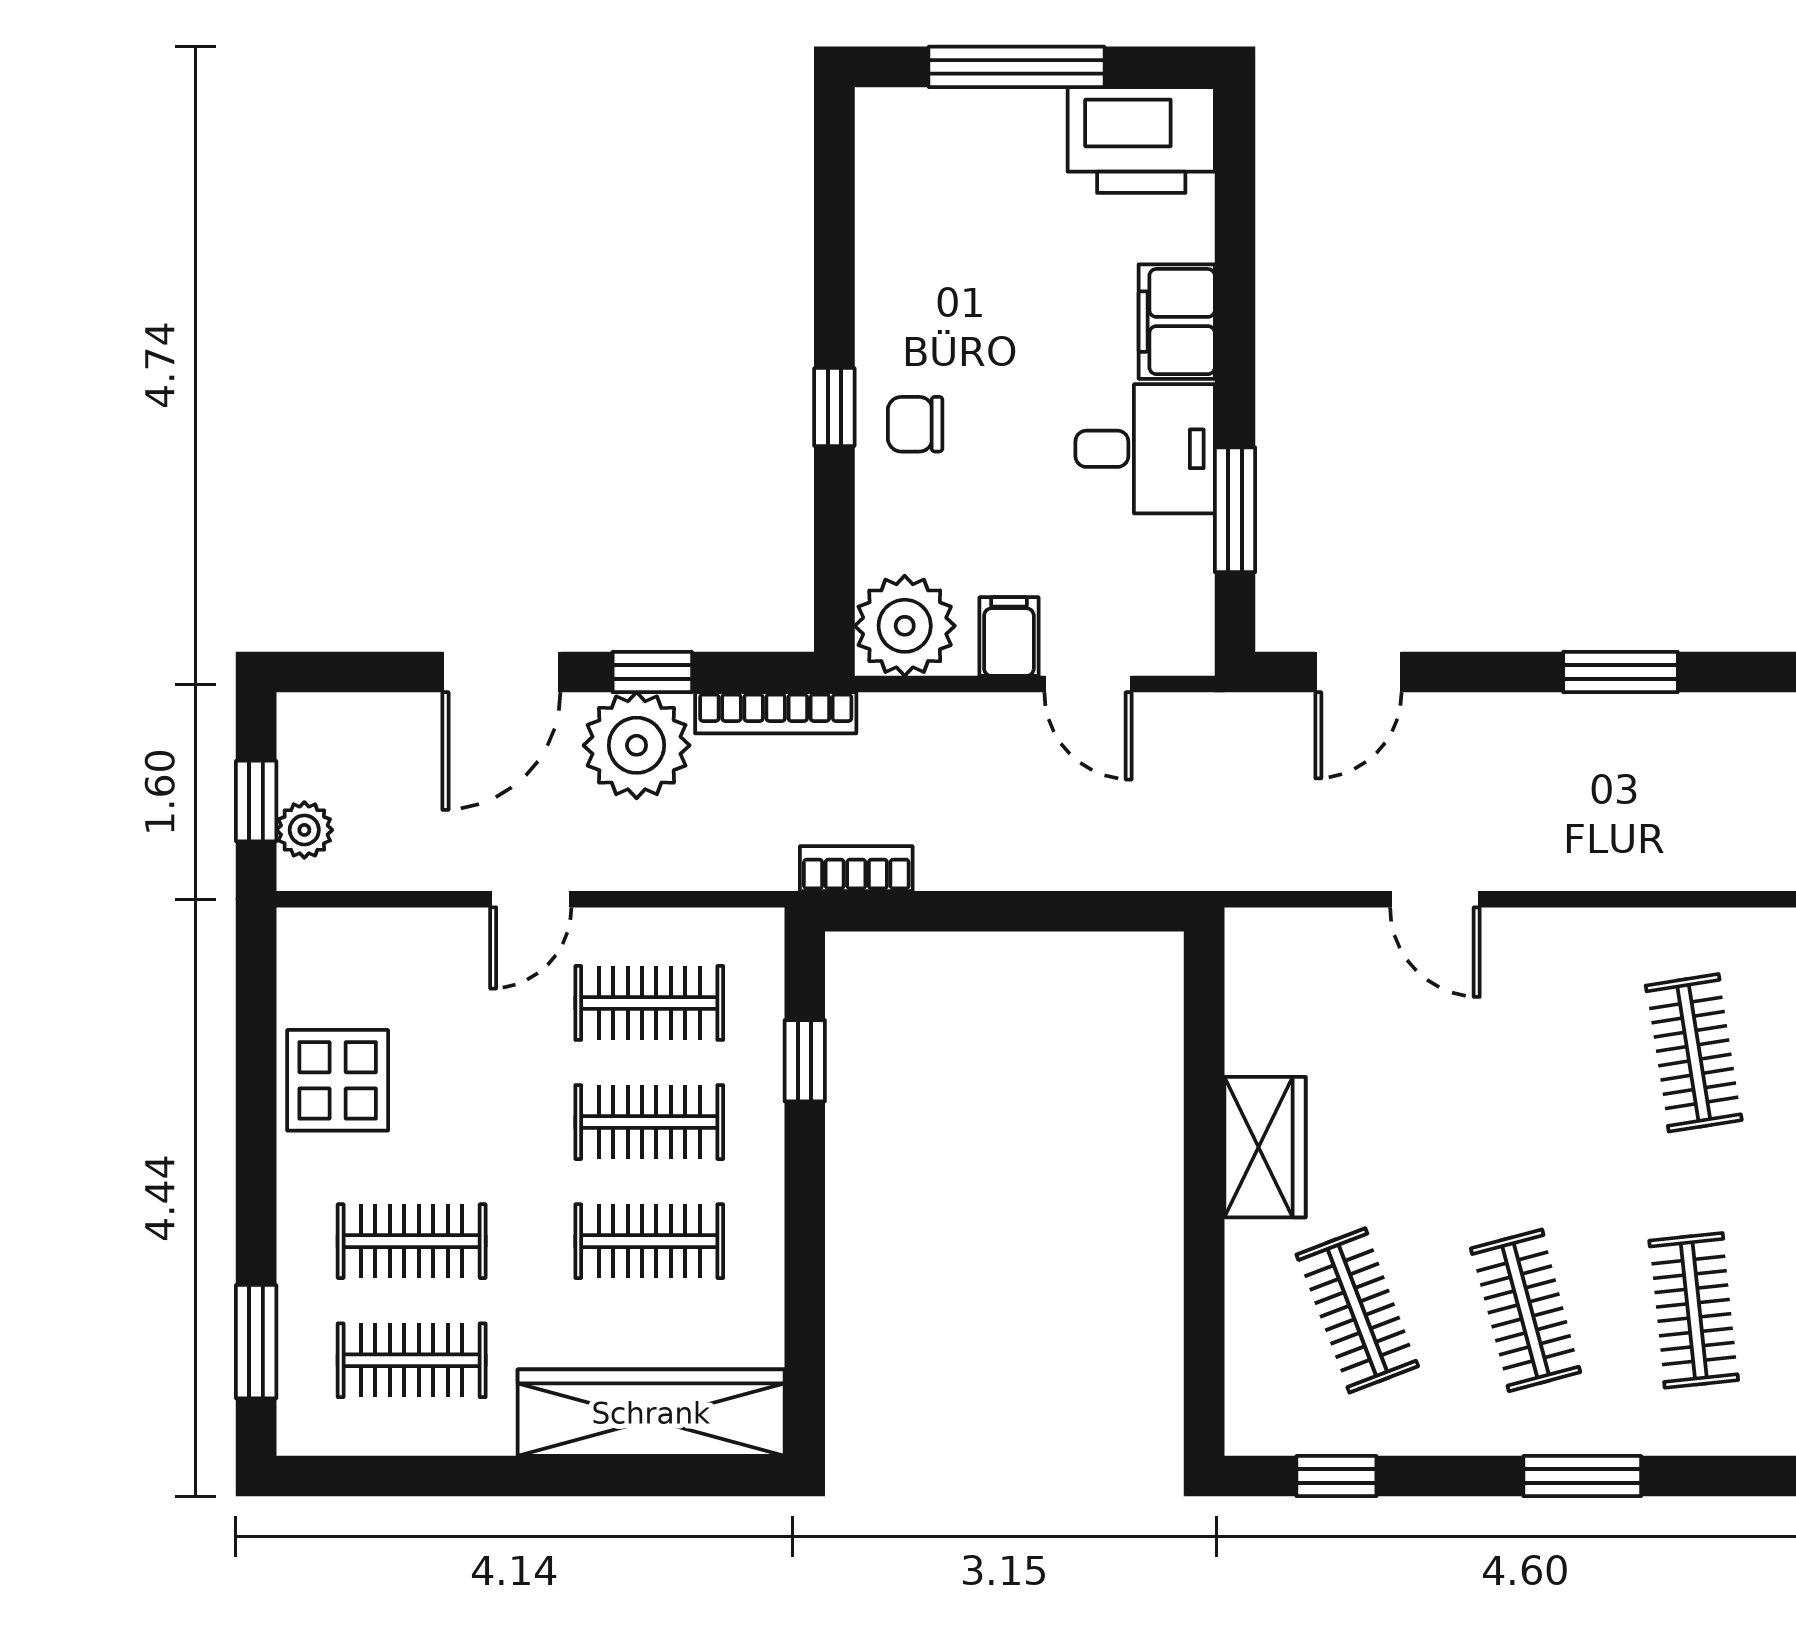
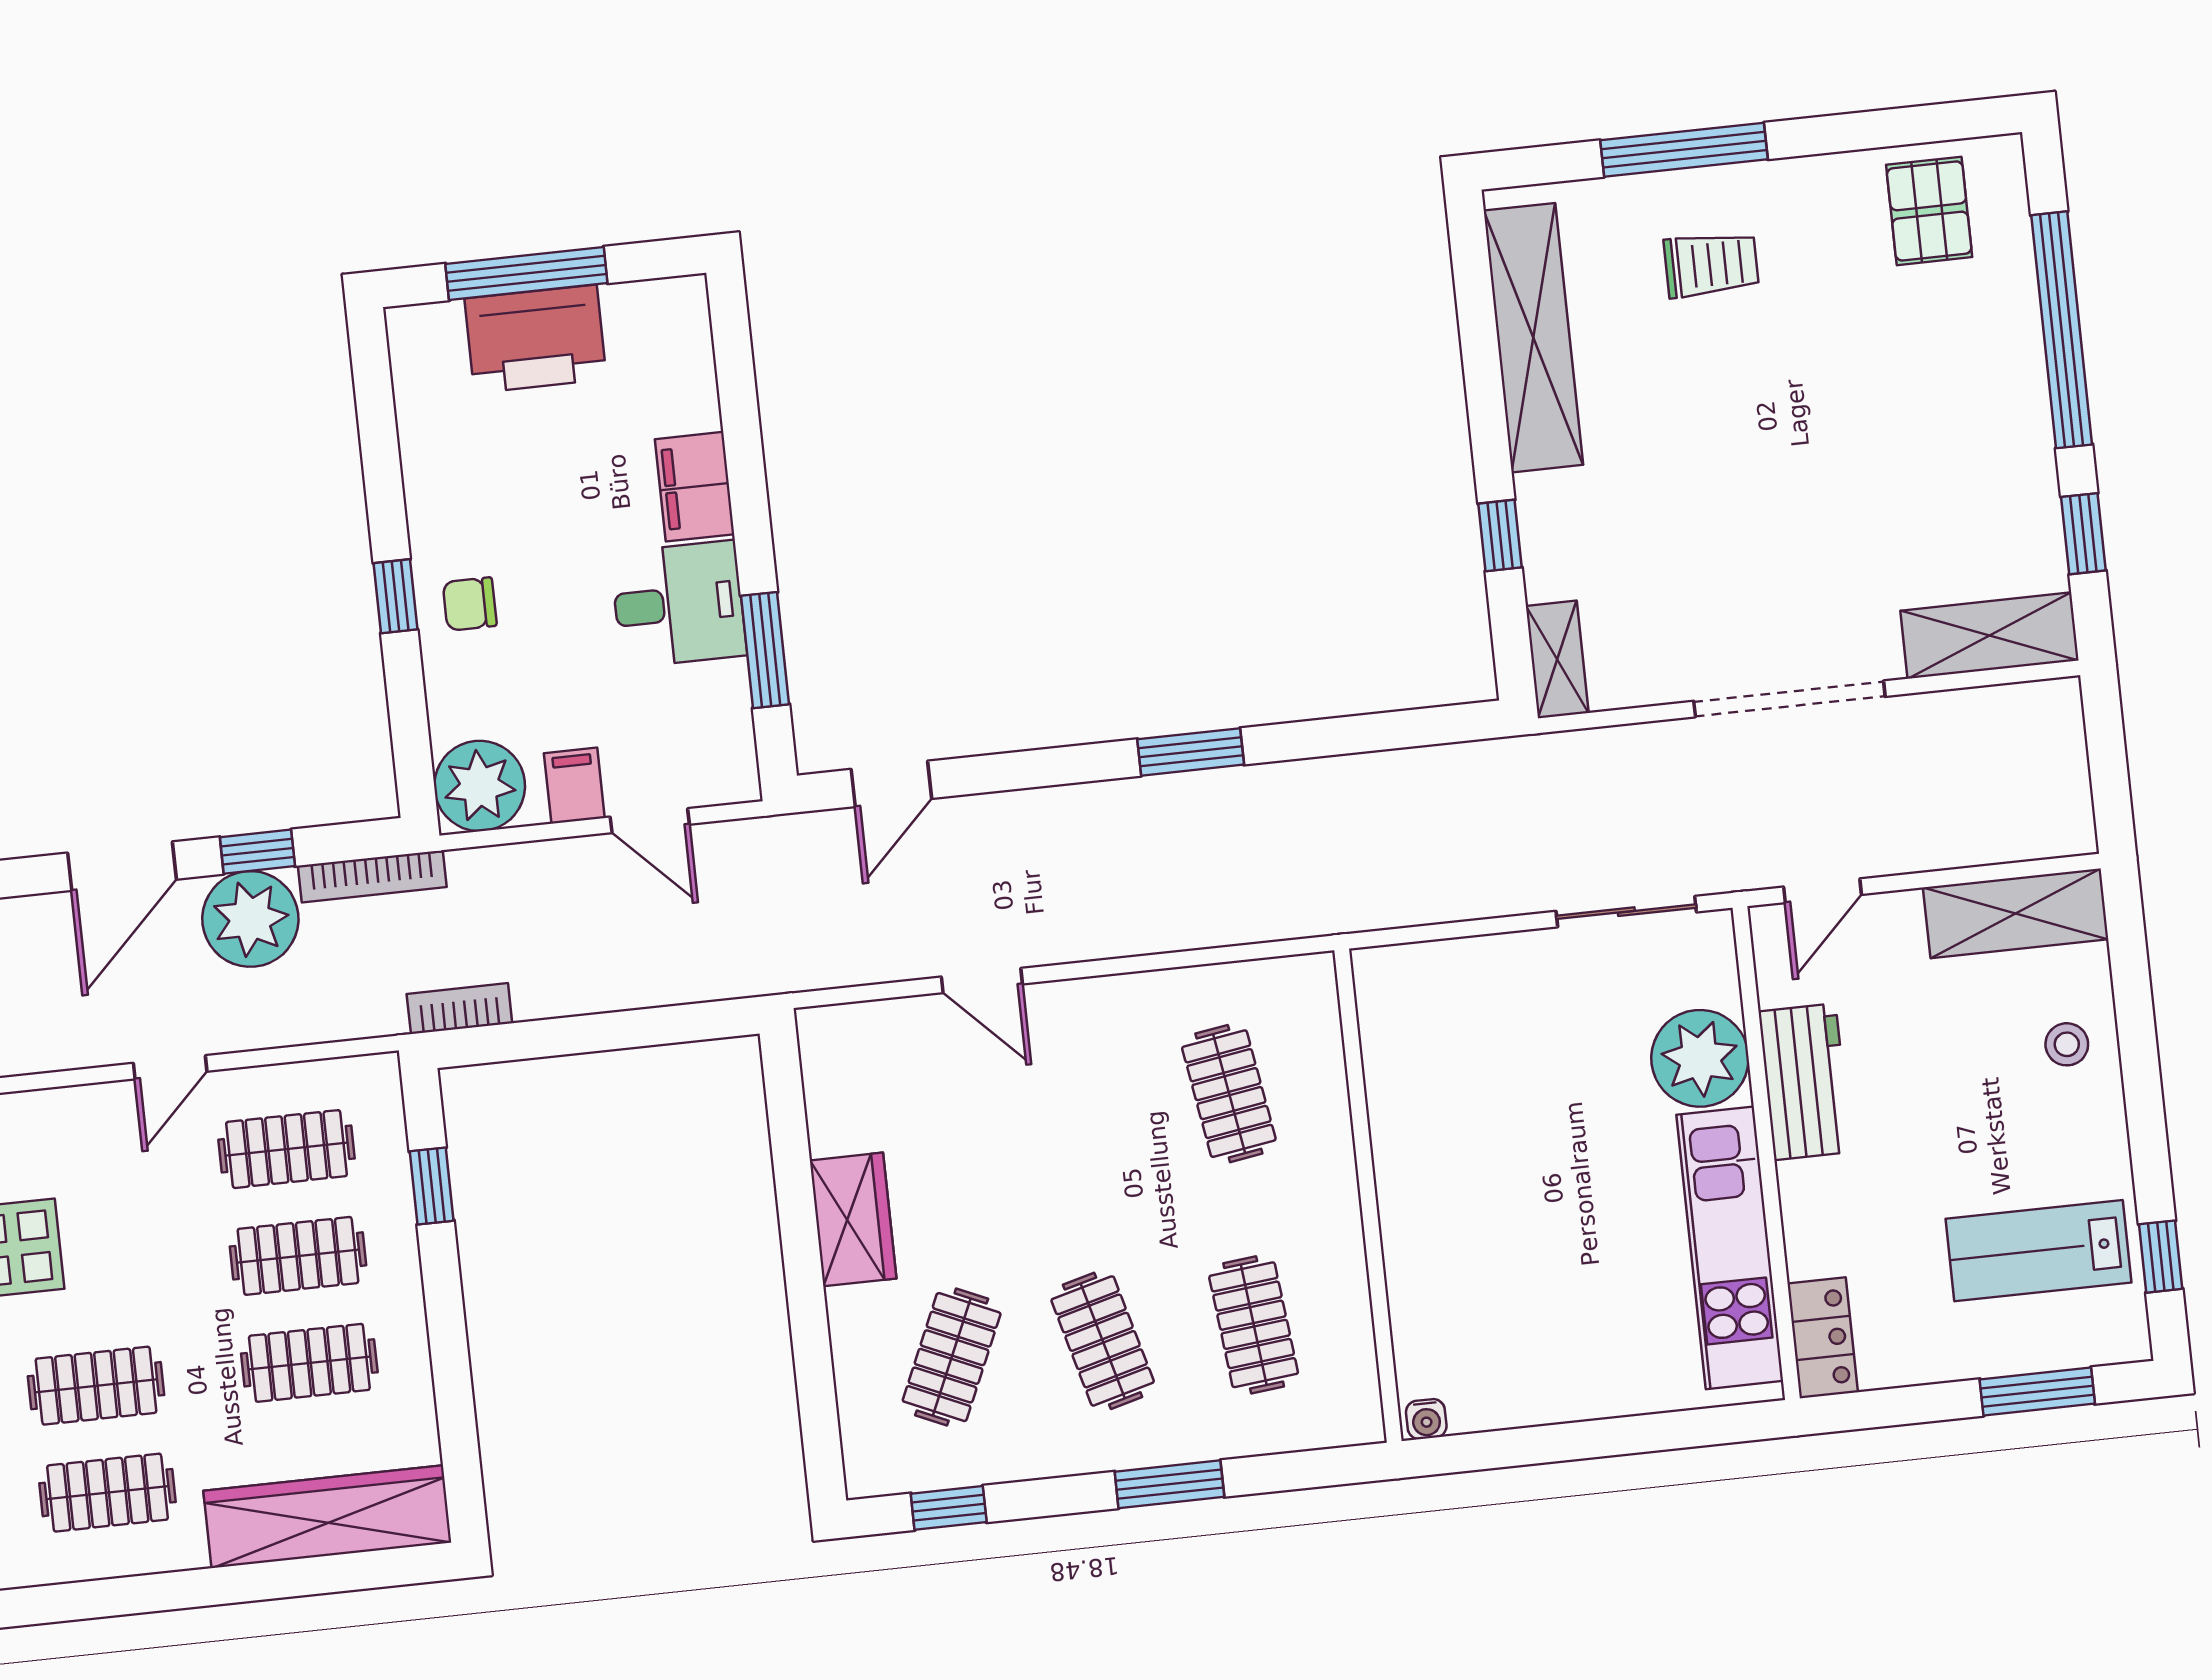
printer: (1141, 140) -> (536, 339), moved
window: (1620, 672) -> (1191, 752), moved
clothes rail: (1357, 1310) -> (952, 1357), turned 45

